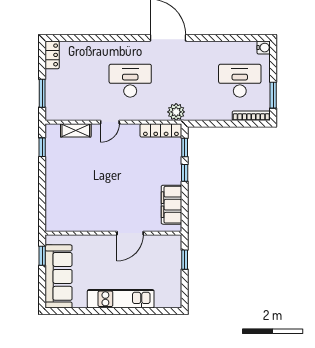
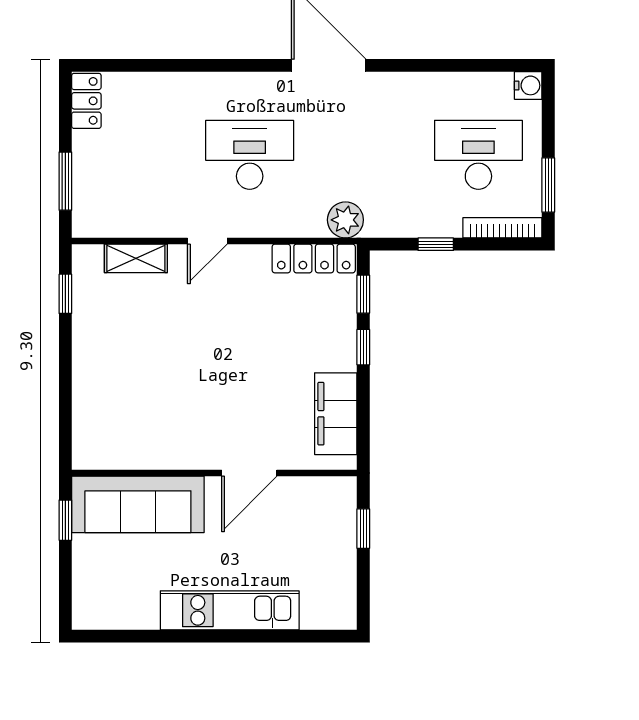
window: (219, 124) -> (436, 244), added
sofa: (59, 276) -> (138, 504), moved, turned 90

